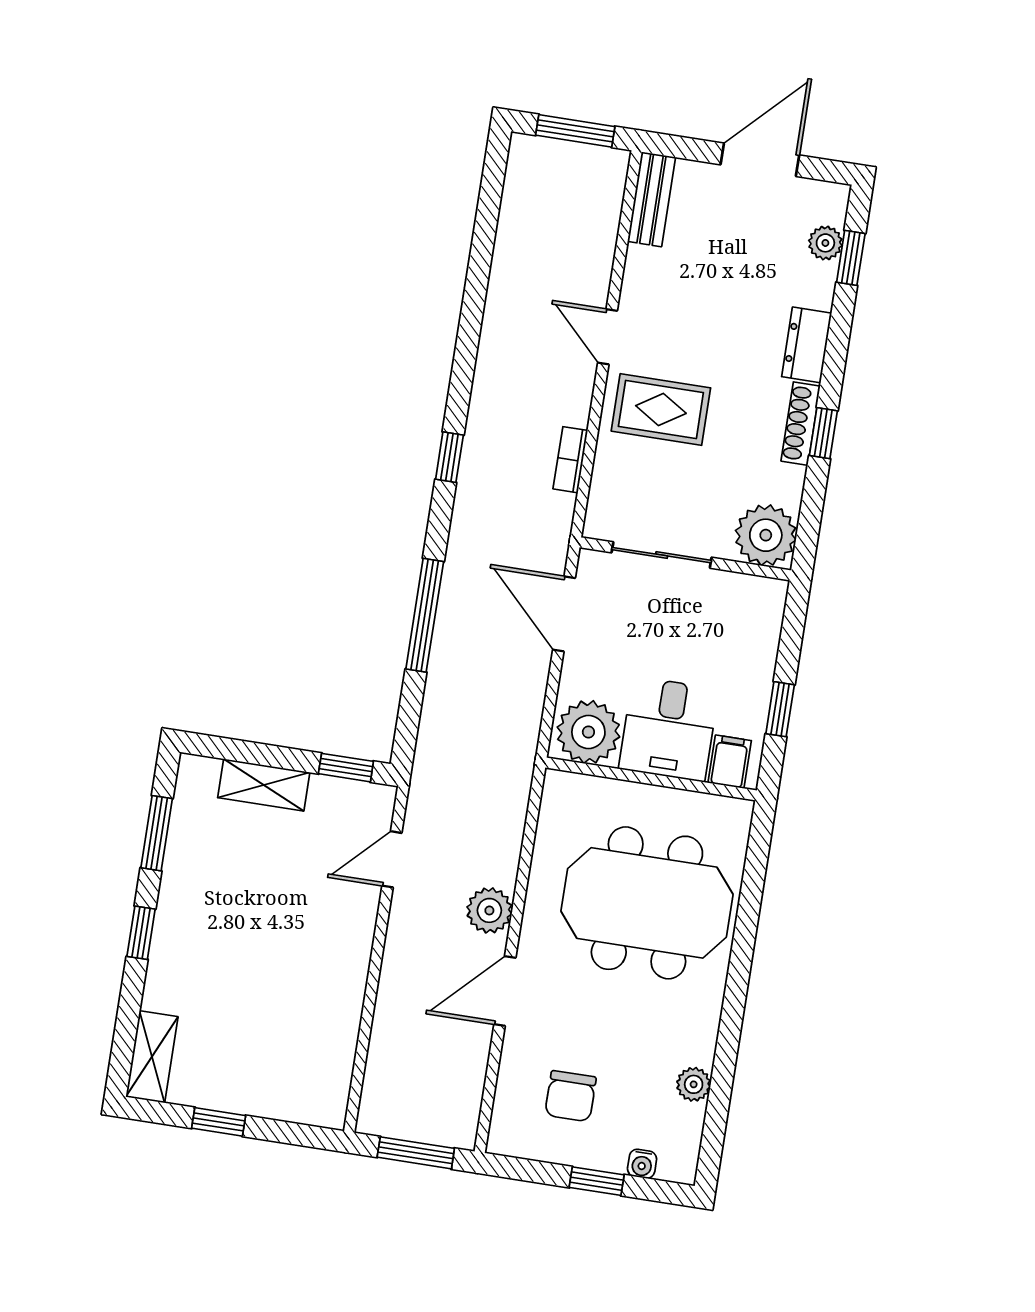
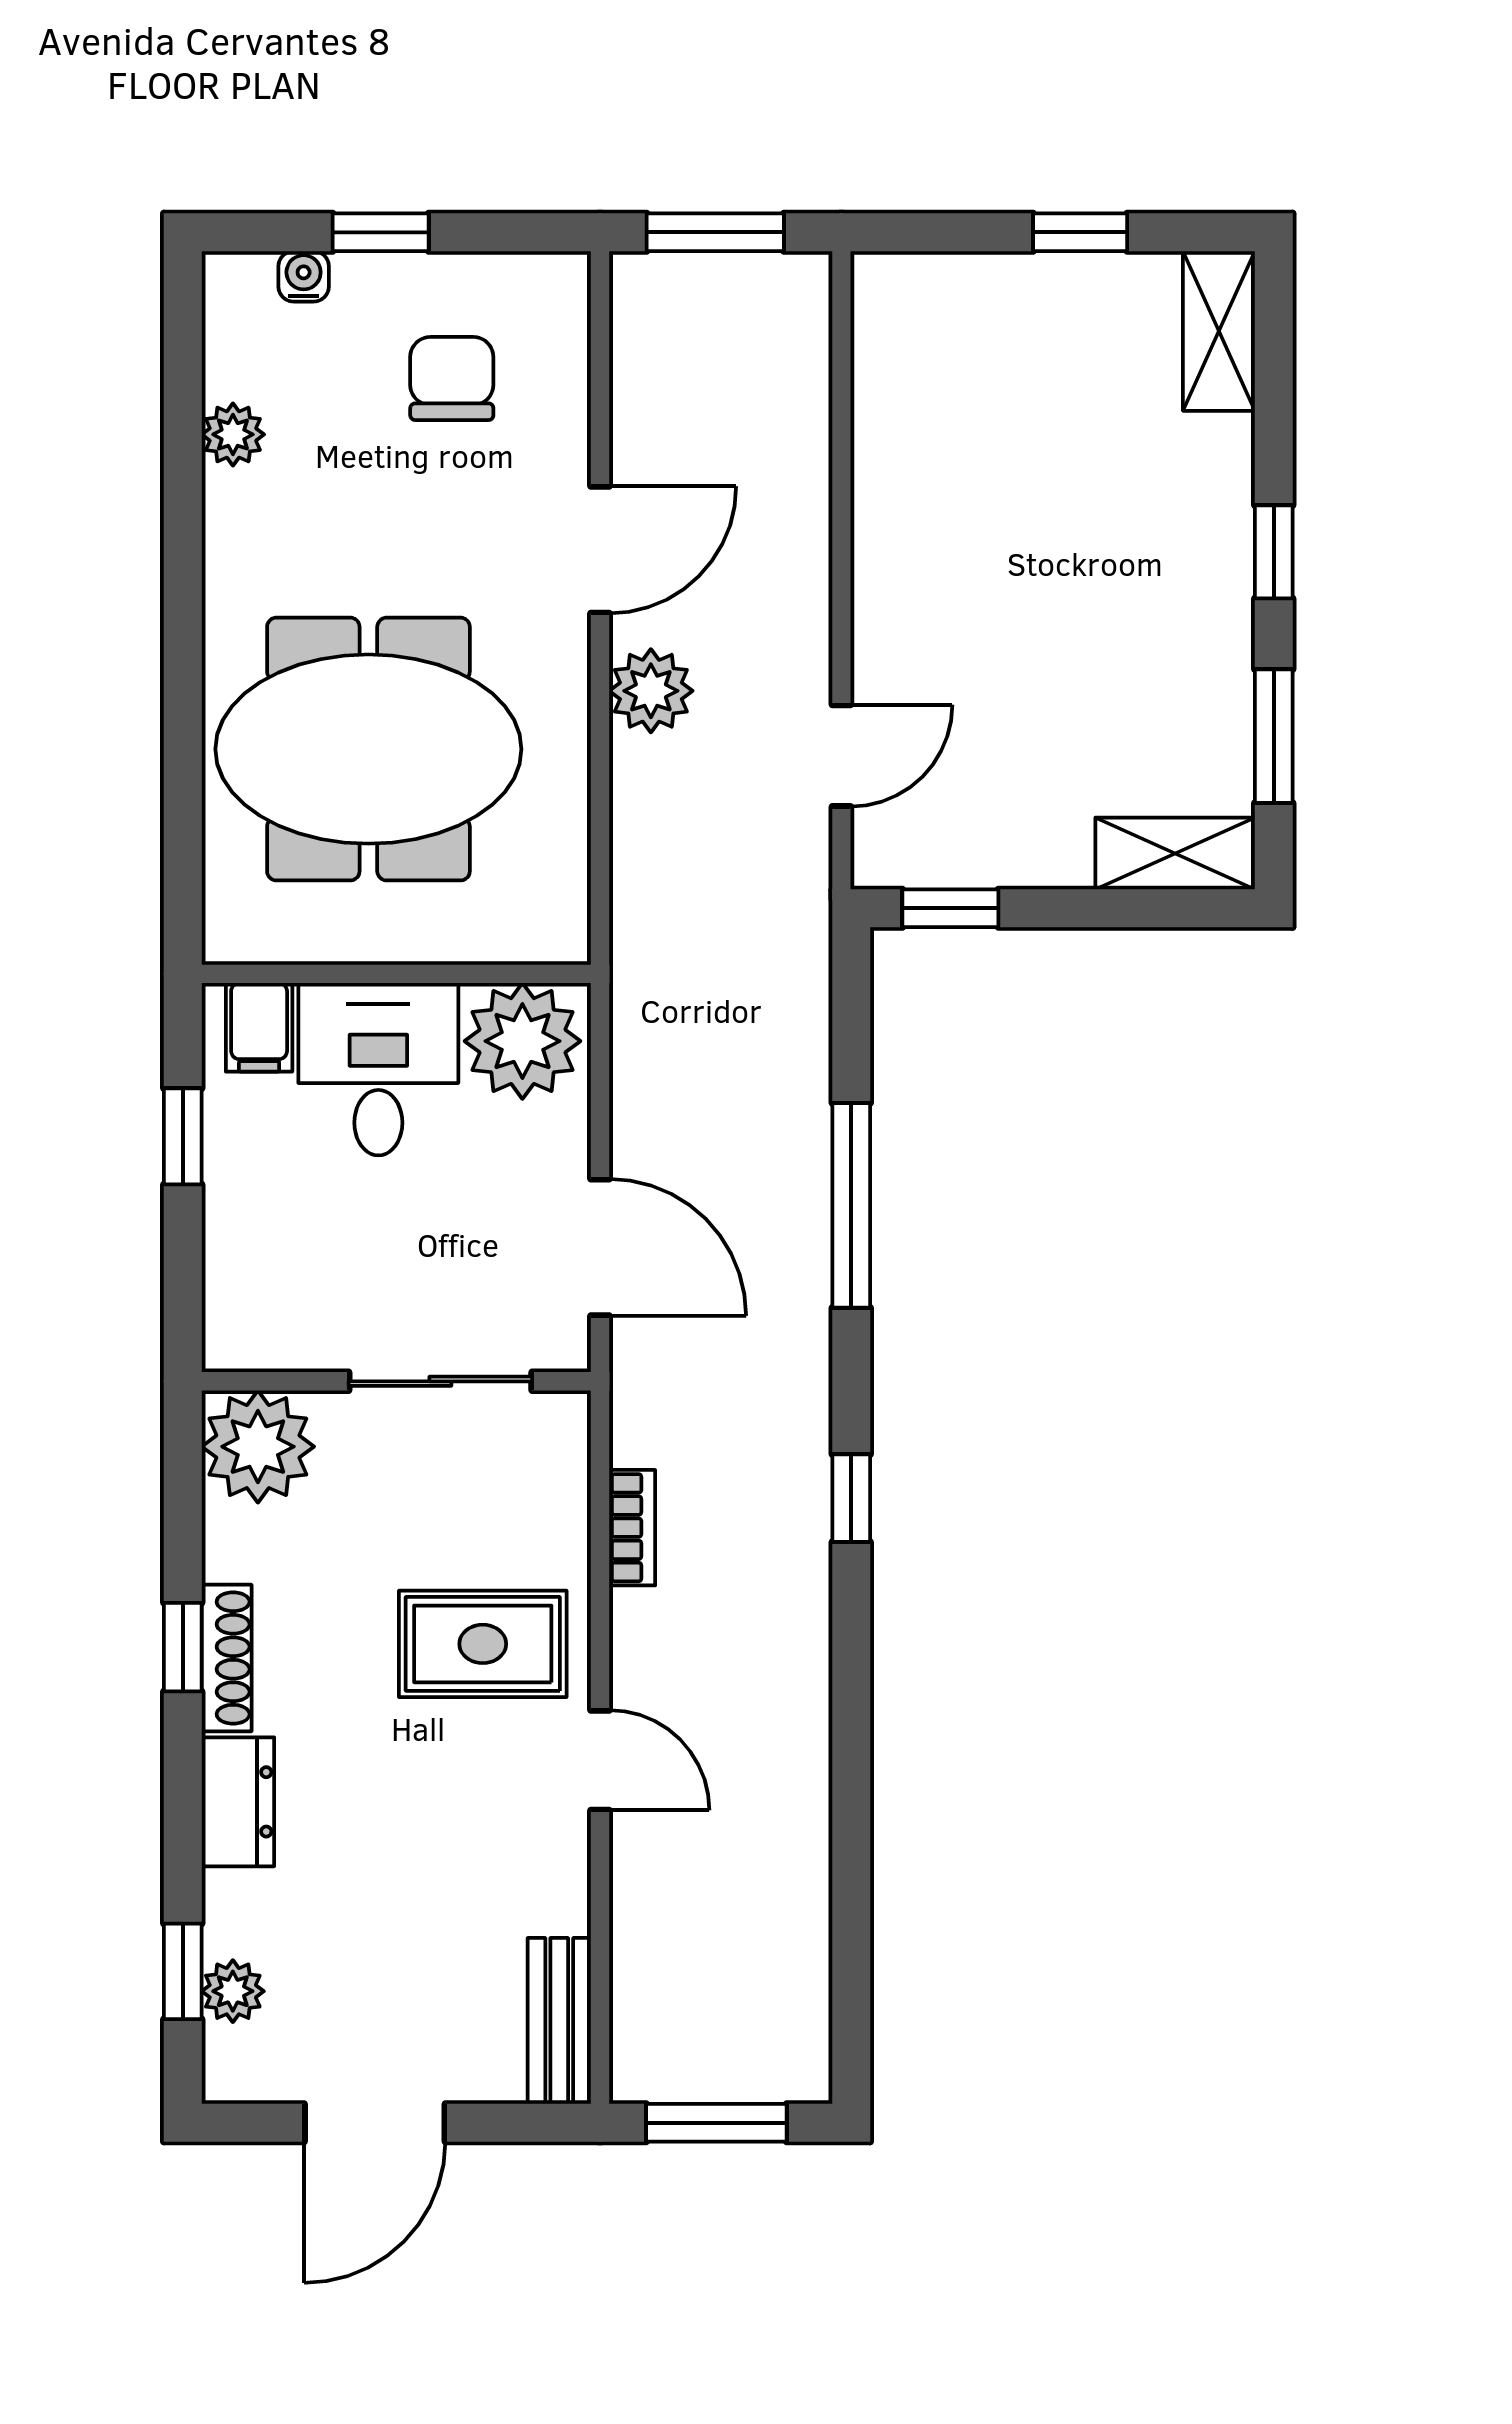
shelving: (264, 785) -> (1175, 853), moved

